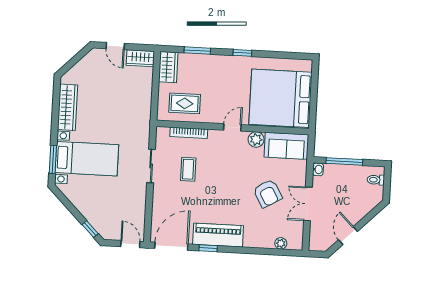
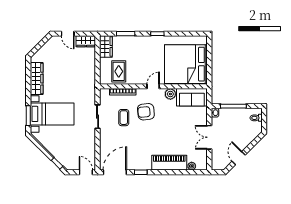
rug: (185, 103) -> (119, 71), turned 90
armchair: (268, 193) -> (146, 112), moved, turned 114
piano: (218, 235) -> (169, 163), moved

